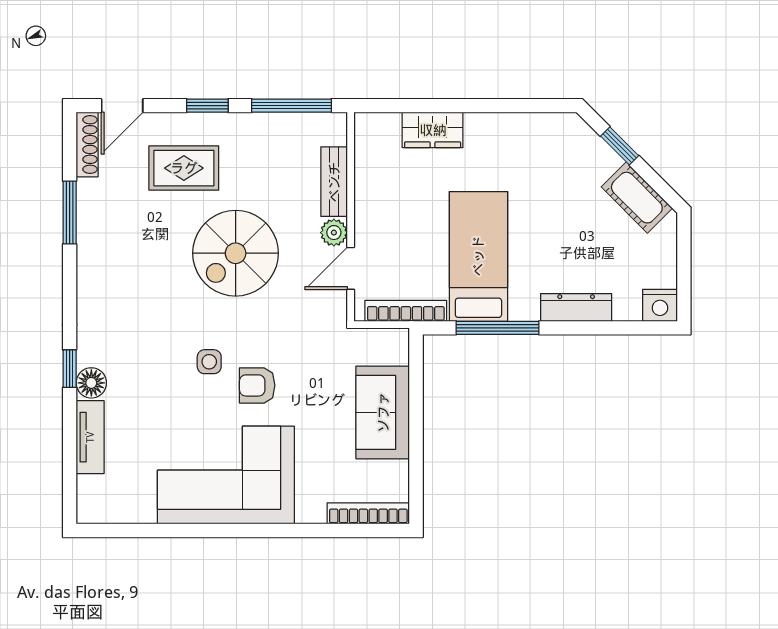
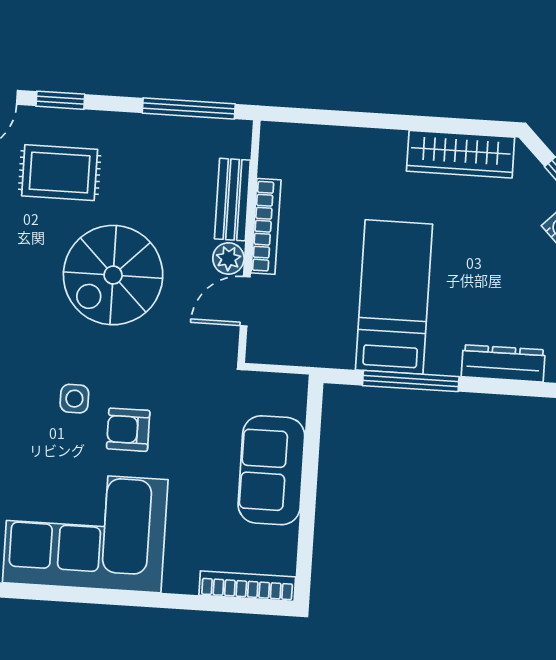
window: (207, 106) -> (60, 100), moved
wardrobe: (433, 130) -> (461, 154), moved, width x1.50
bookcase: (406, 311) -> (266, 226), moved, turned 90

